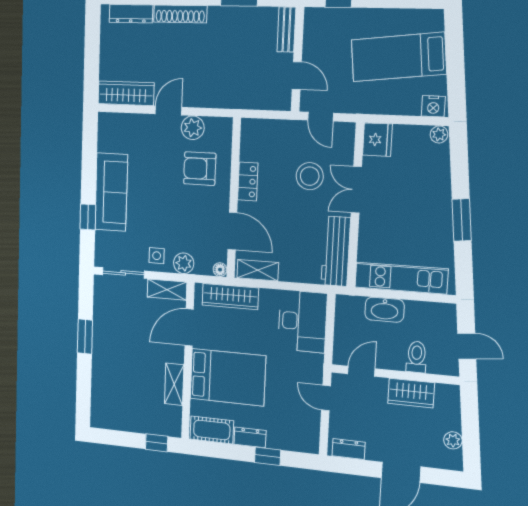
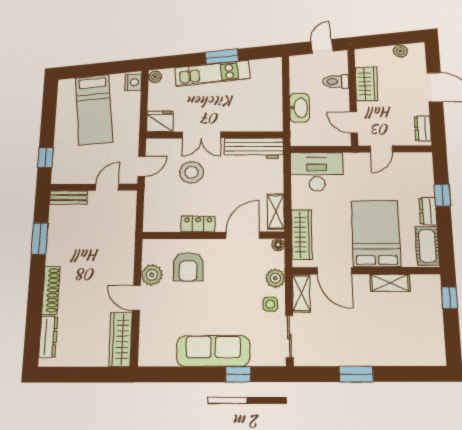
kitchen unit: (401, 278) -> (212, 73), moved, turned -96

